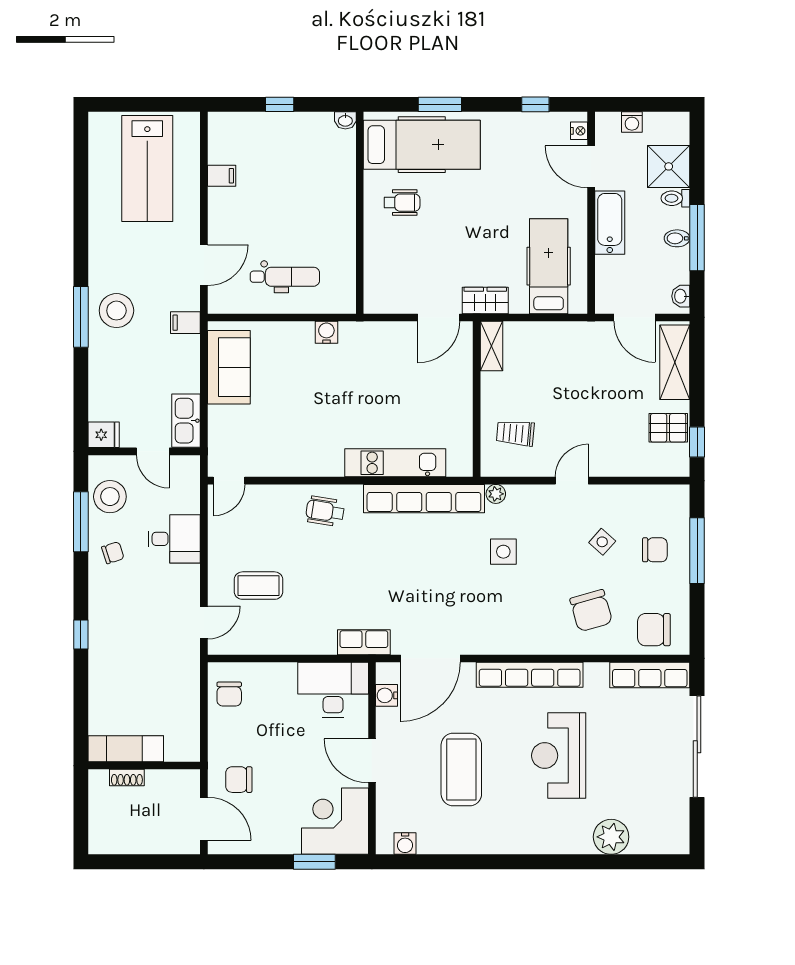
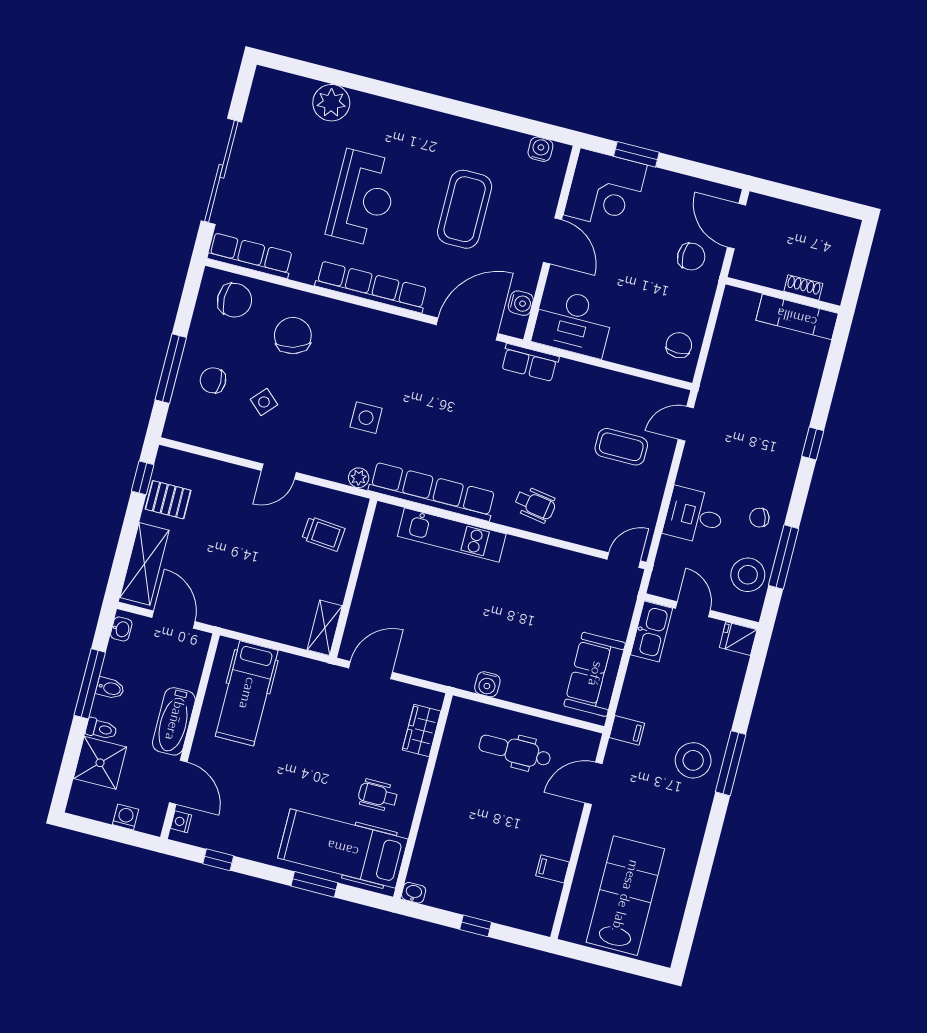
wardrobe: (485, 301) -> (422, 731), moved, turned 90

